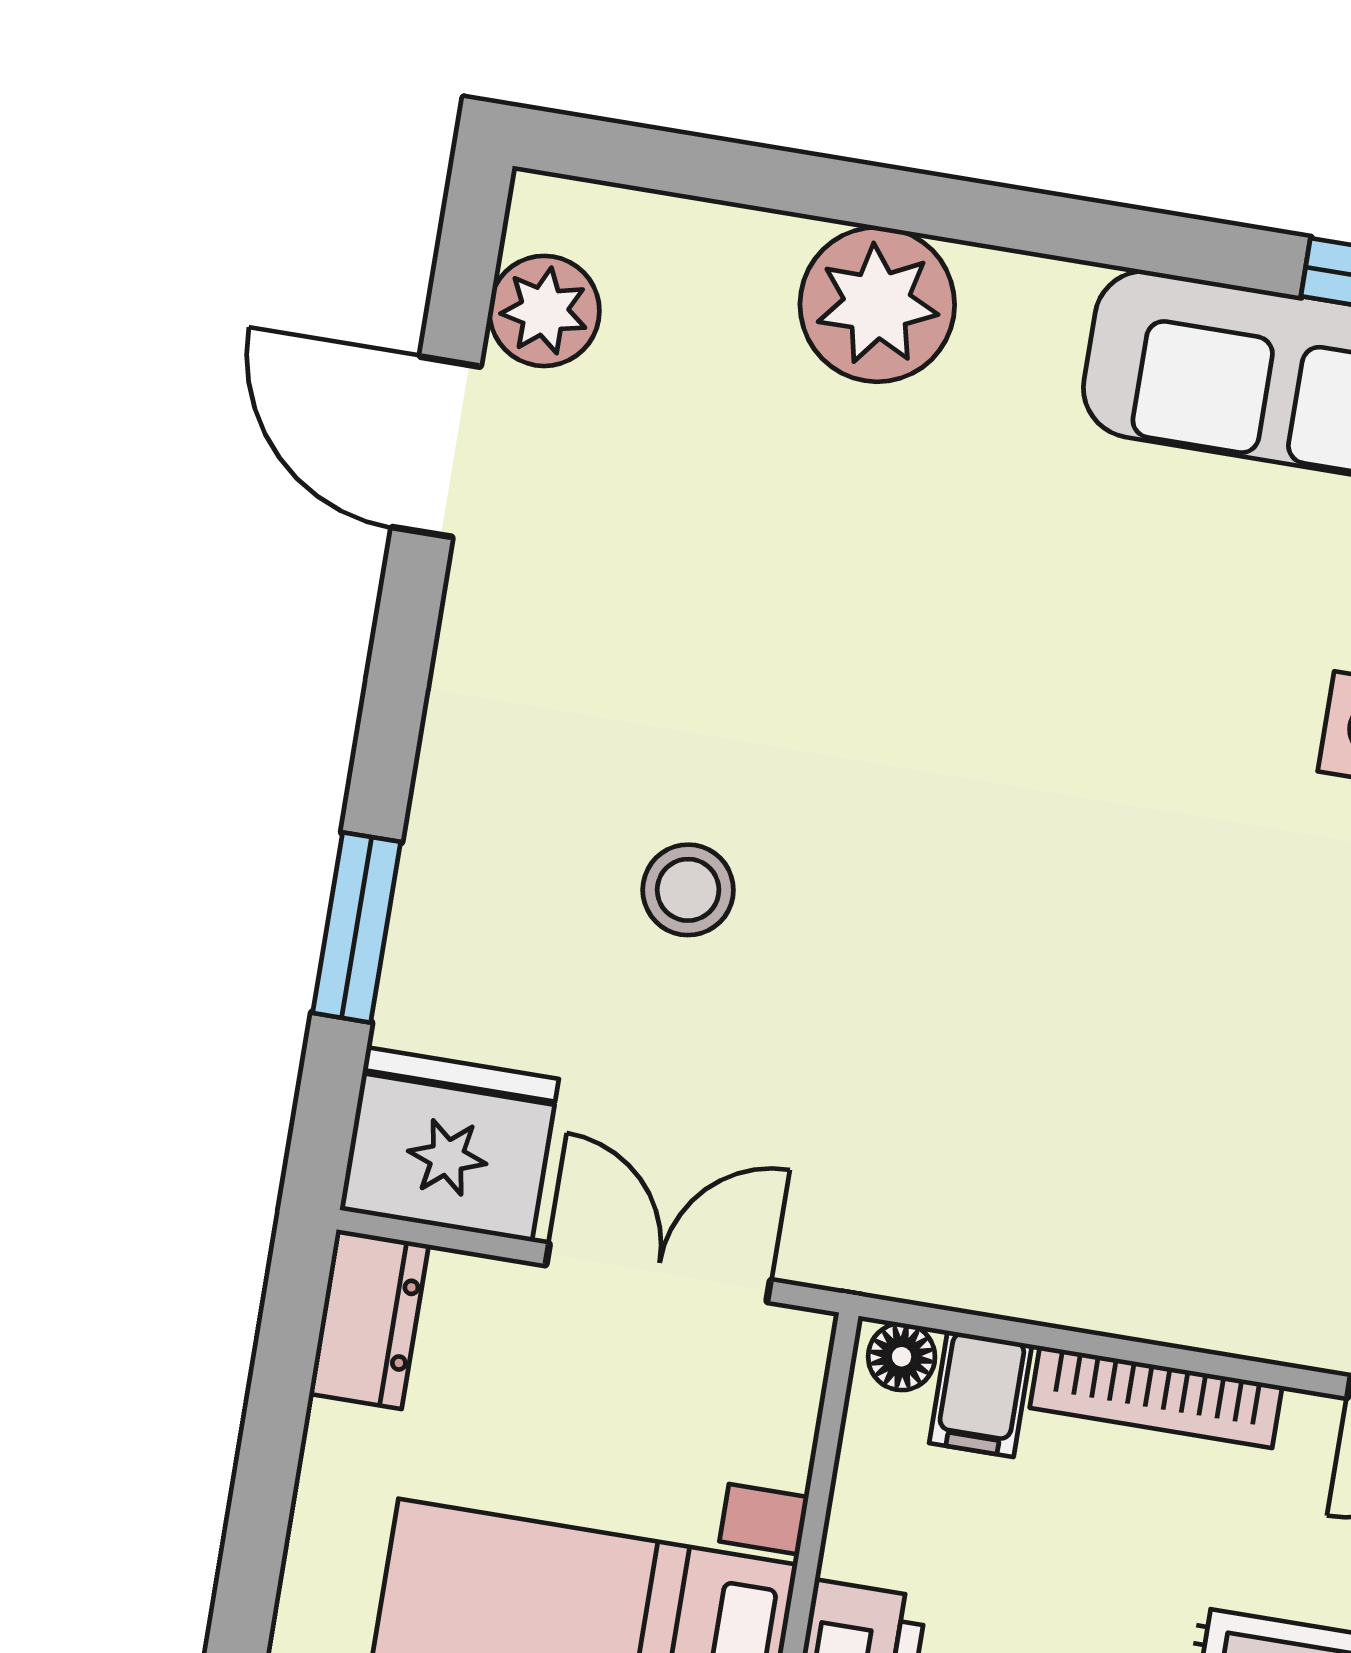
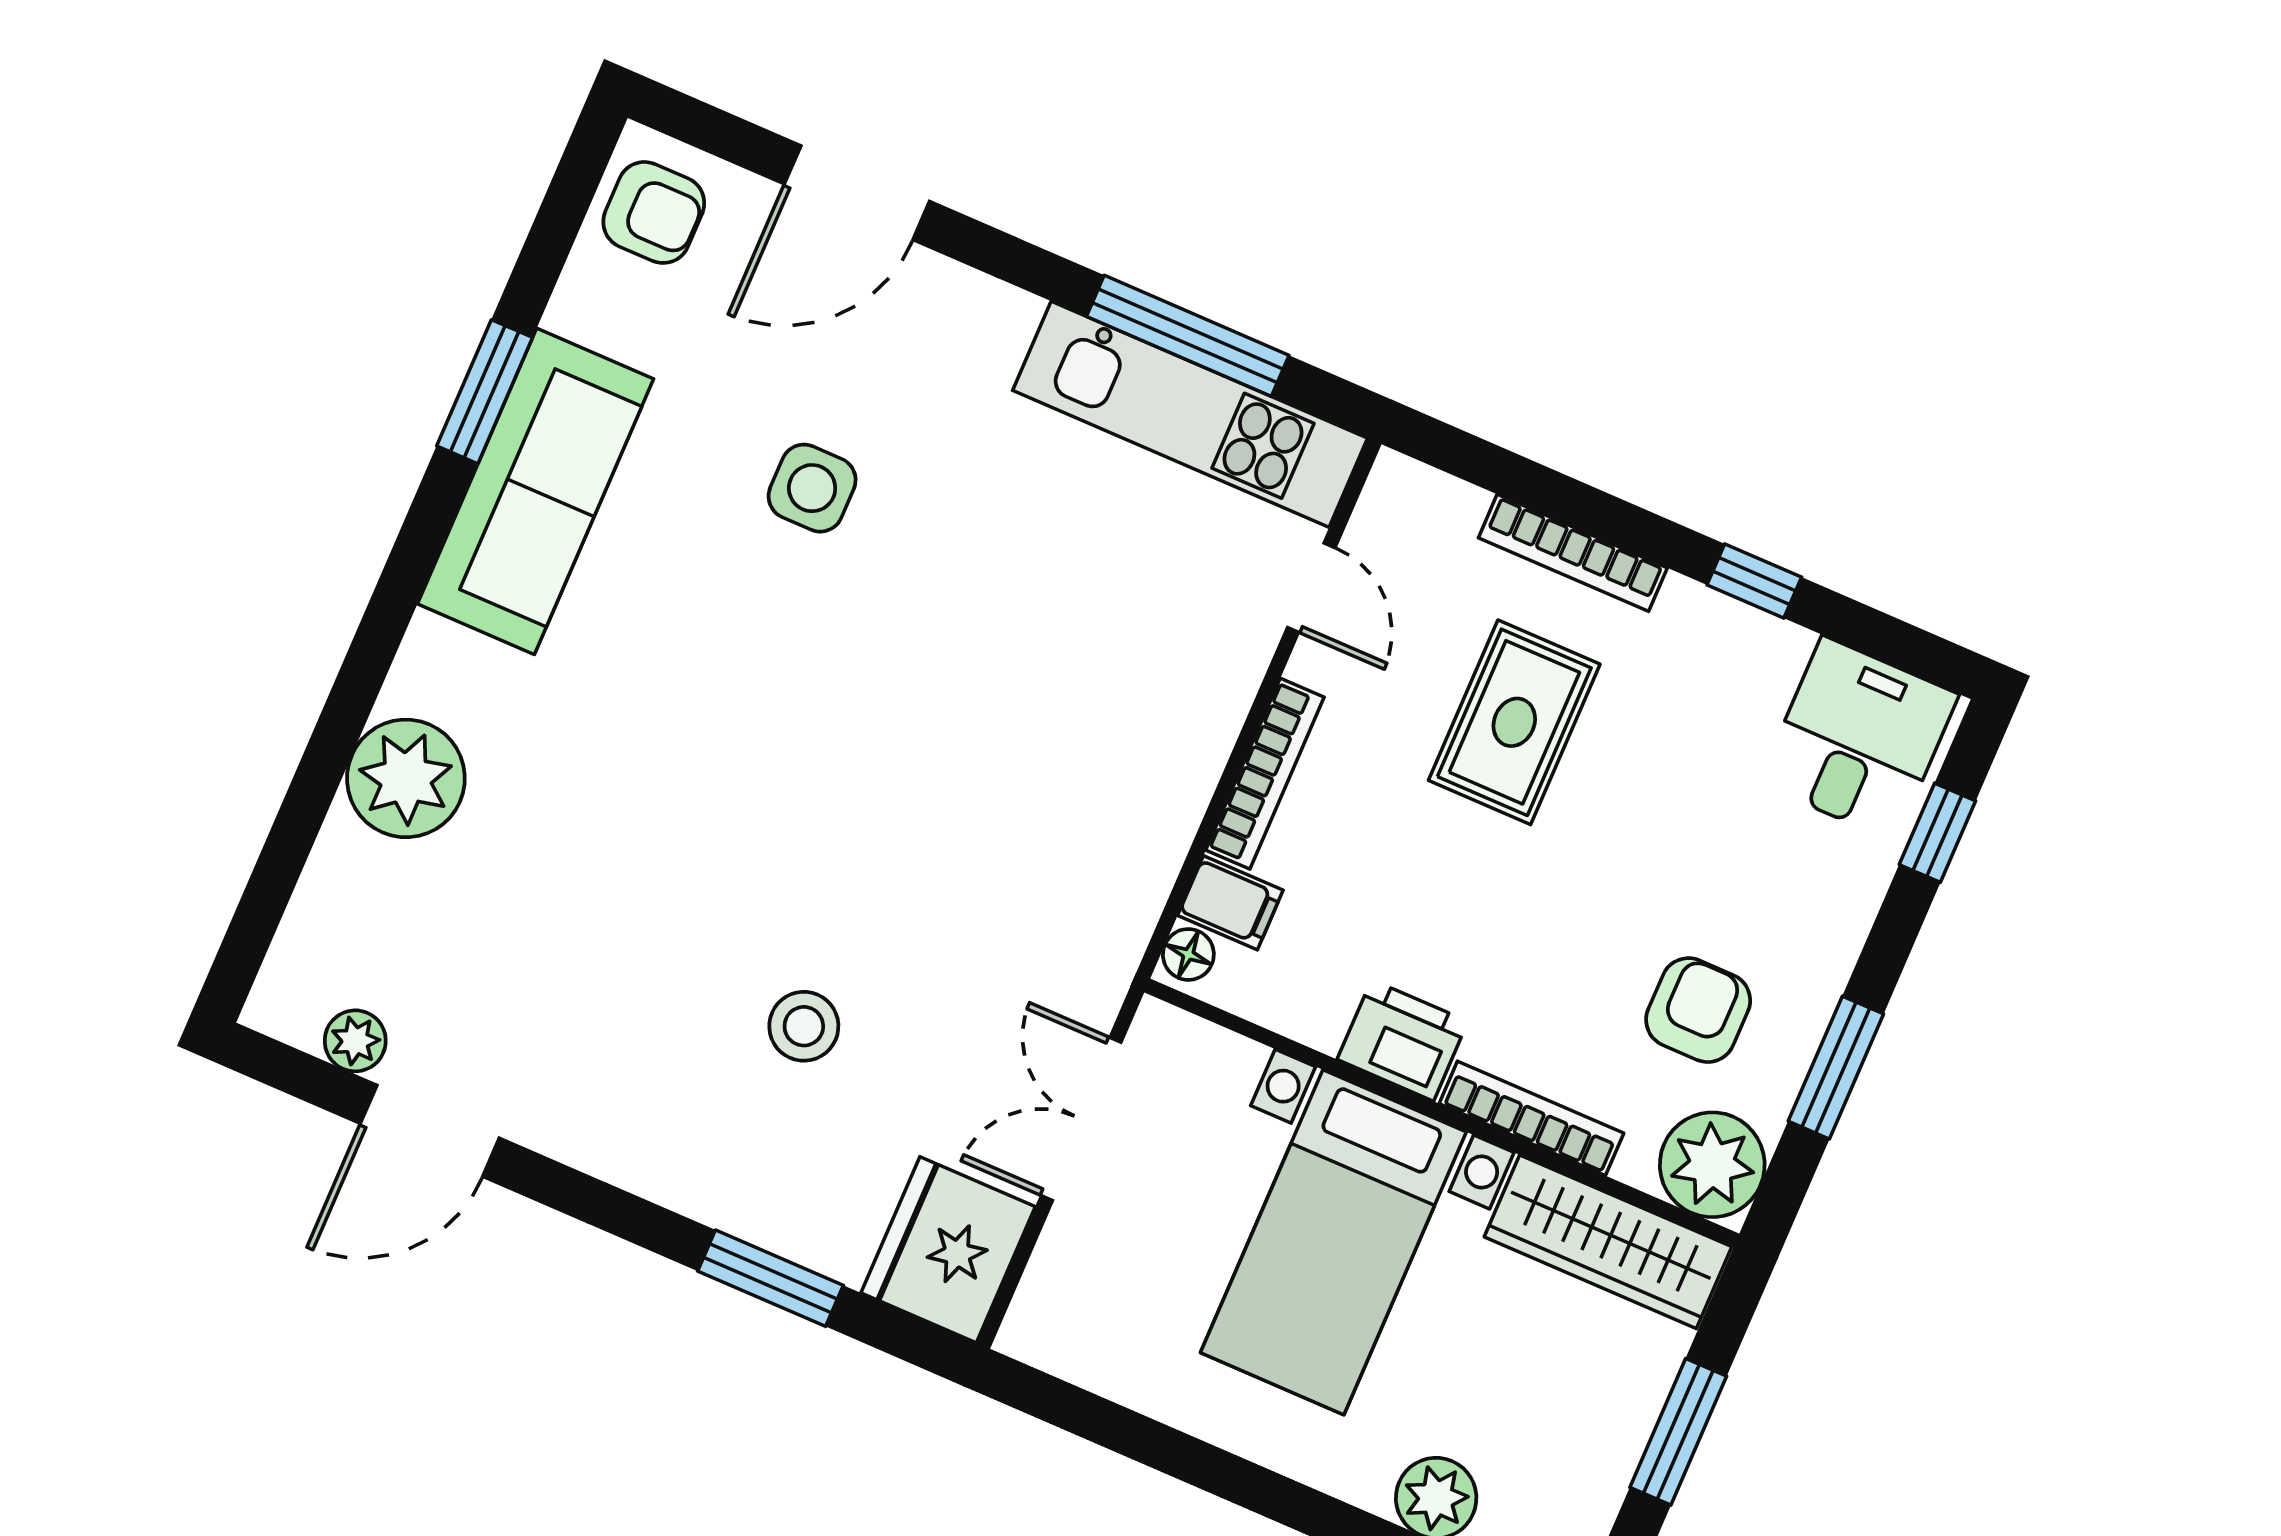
plant: (544, 311) -> (355, 1041), width x0.73, depth x0.73
dresser: (369, 1319) -> (1062, 1341), removed

